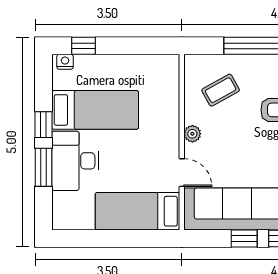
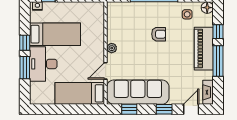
coffee table: (221, 90) -> (128, 23), removed
door: (182, 173) -> (106, 71), swing flipped
window: (244, 239) -> (129, 109), moved

